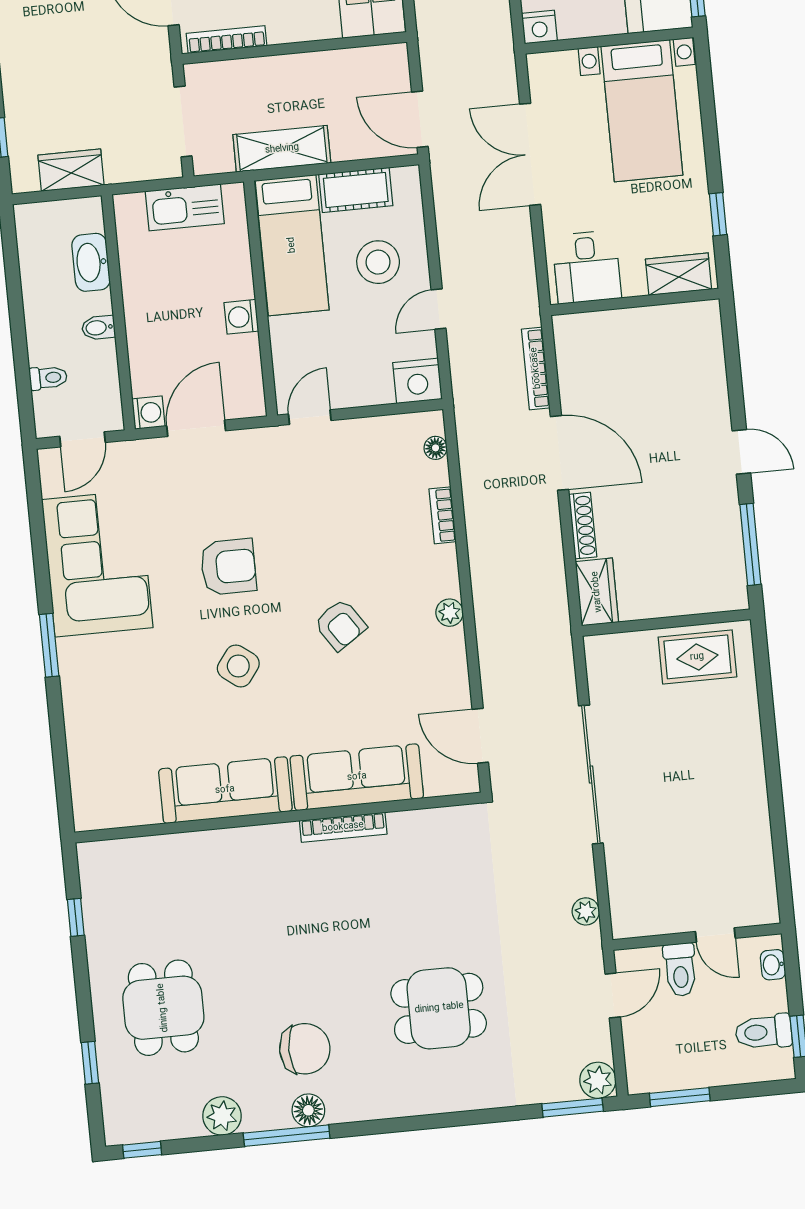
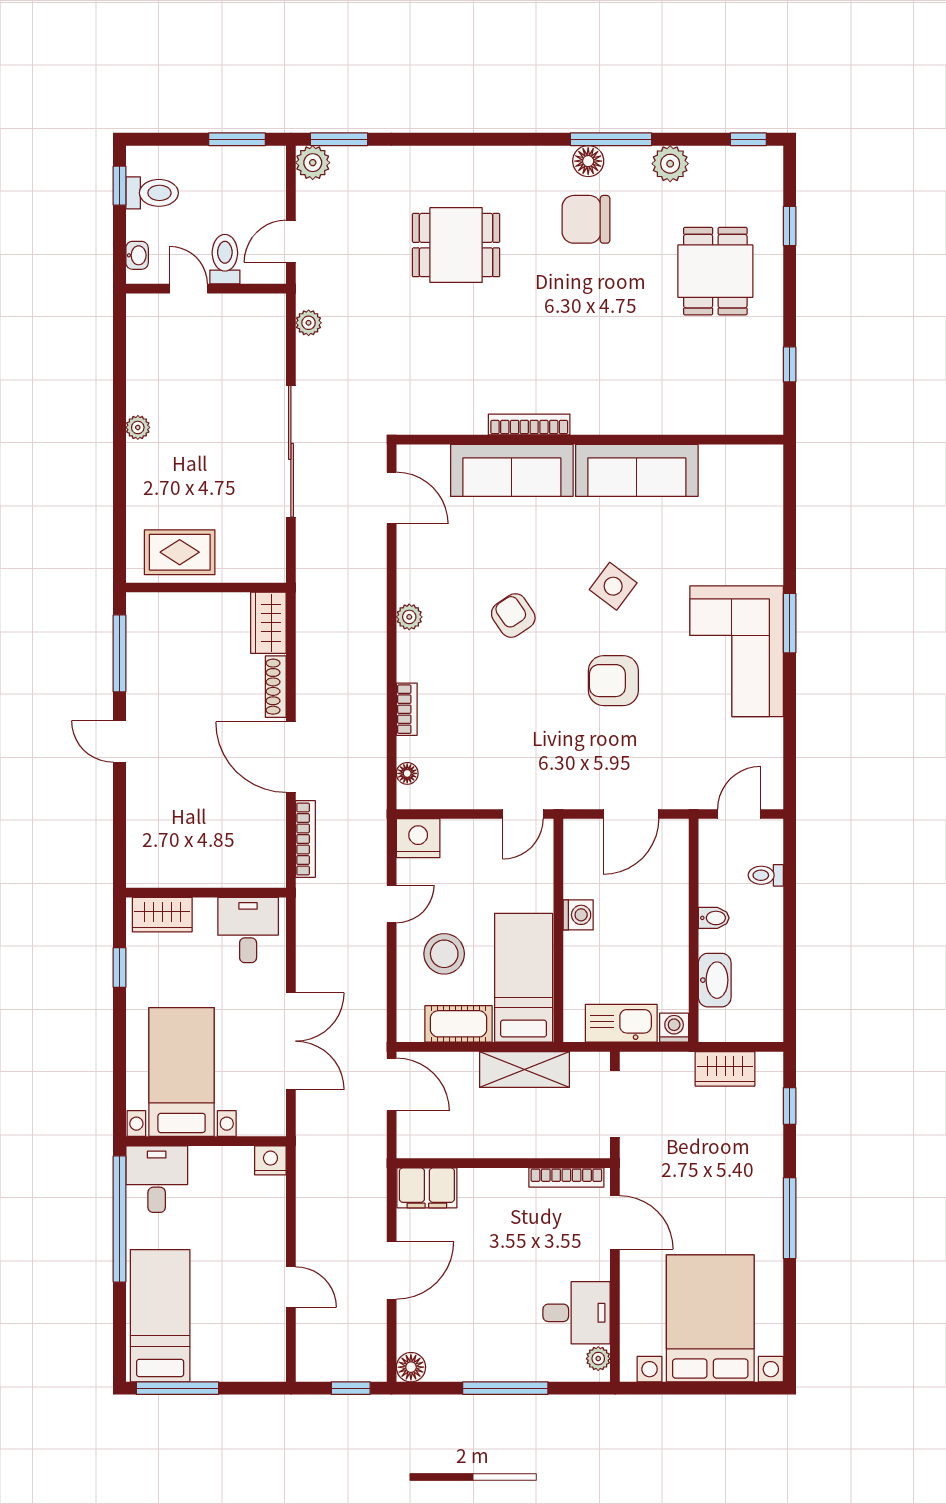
washing machine: (148, 413) -> (674, 1028), moved, turned 90
corner sofa: (97, 564) -> (737, 651), moved
plant: (754, 784) -> (138, 427), added

